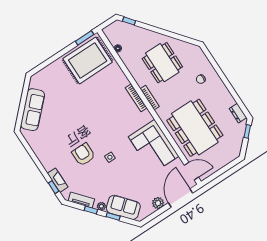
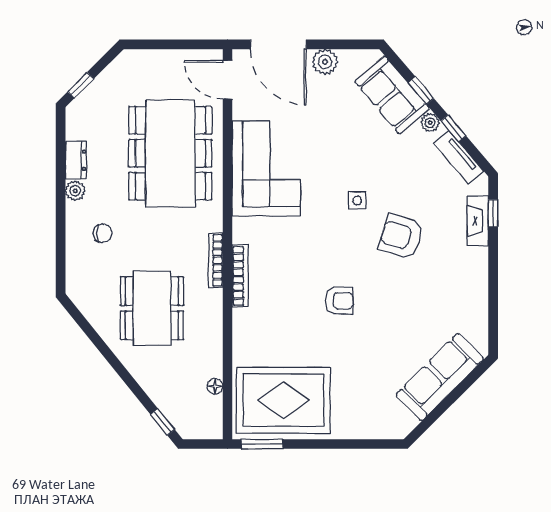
plant: (222, 89) -> (75, 191), added
dresser: (238, 113) -> (76, 160), moved
armchair: (91, 114) -> (339, 301), added
armchair: (83, 154) -> (401, 236), turned 107
door: (181, 198) -> (278, 44), hinge flipped

